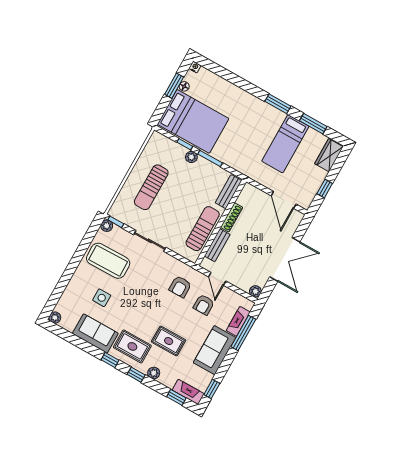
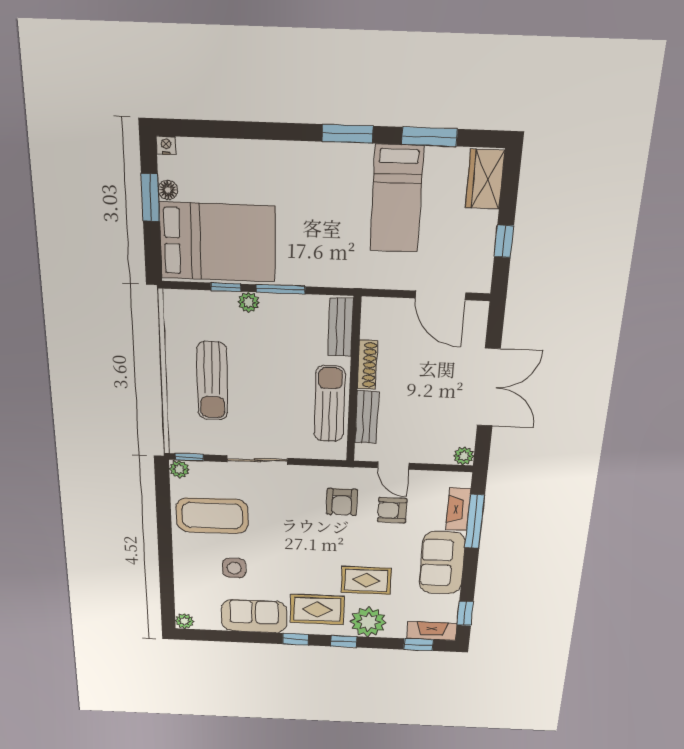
armchair: (204, 305) -> (392, 510), turned 90
plant: (154, 373) -> (368, 622), width x1.87, depth x1.87

